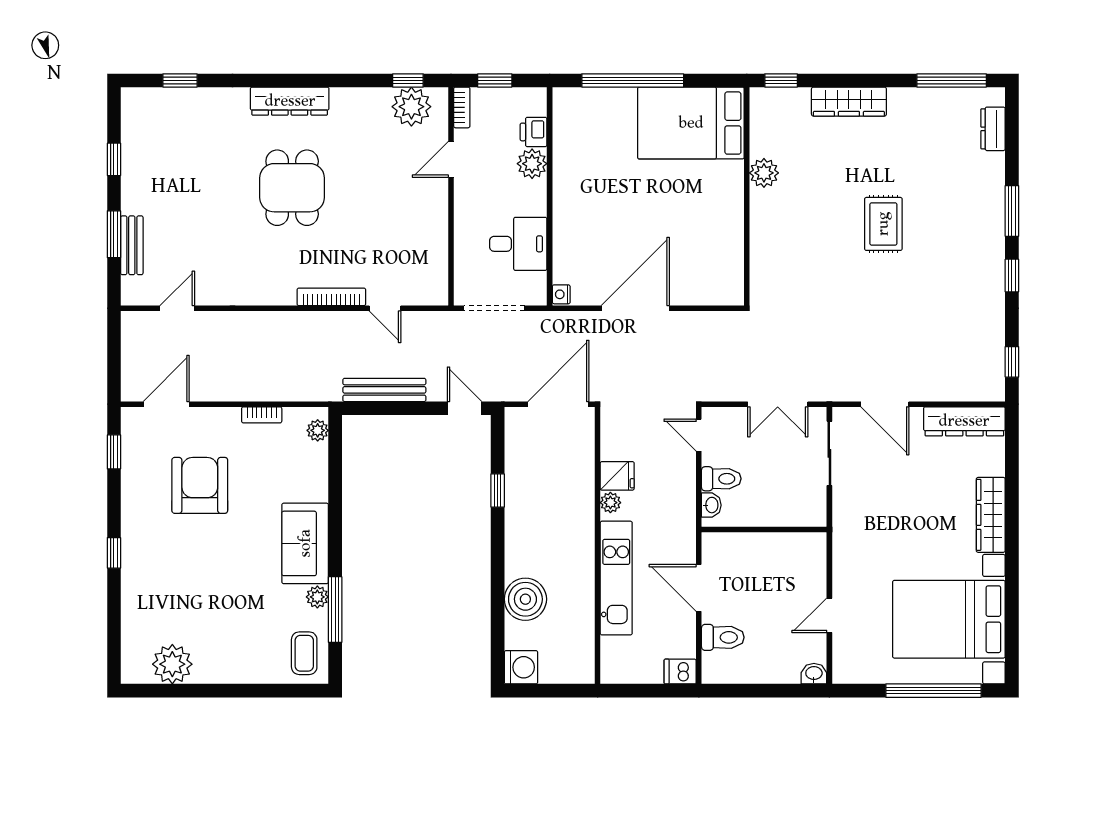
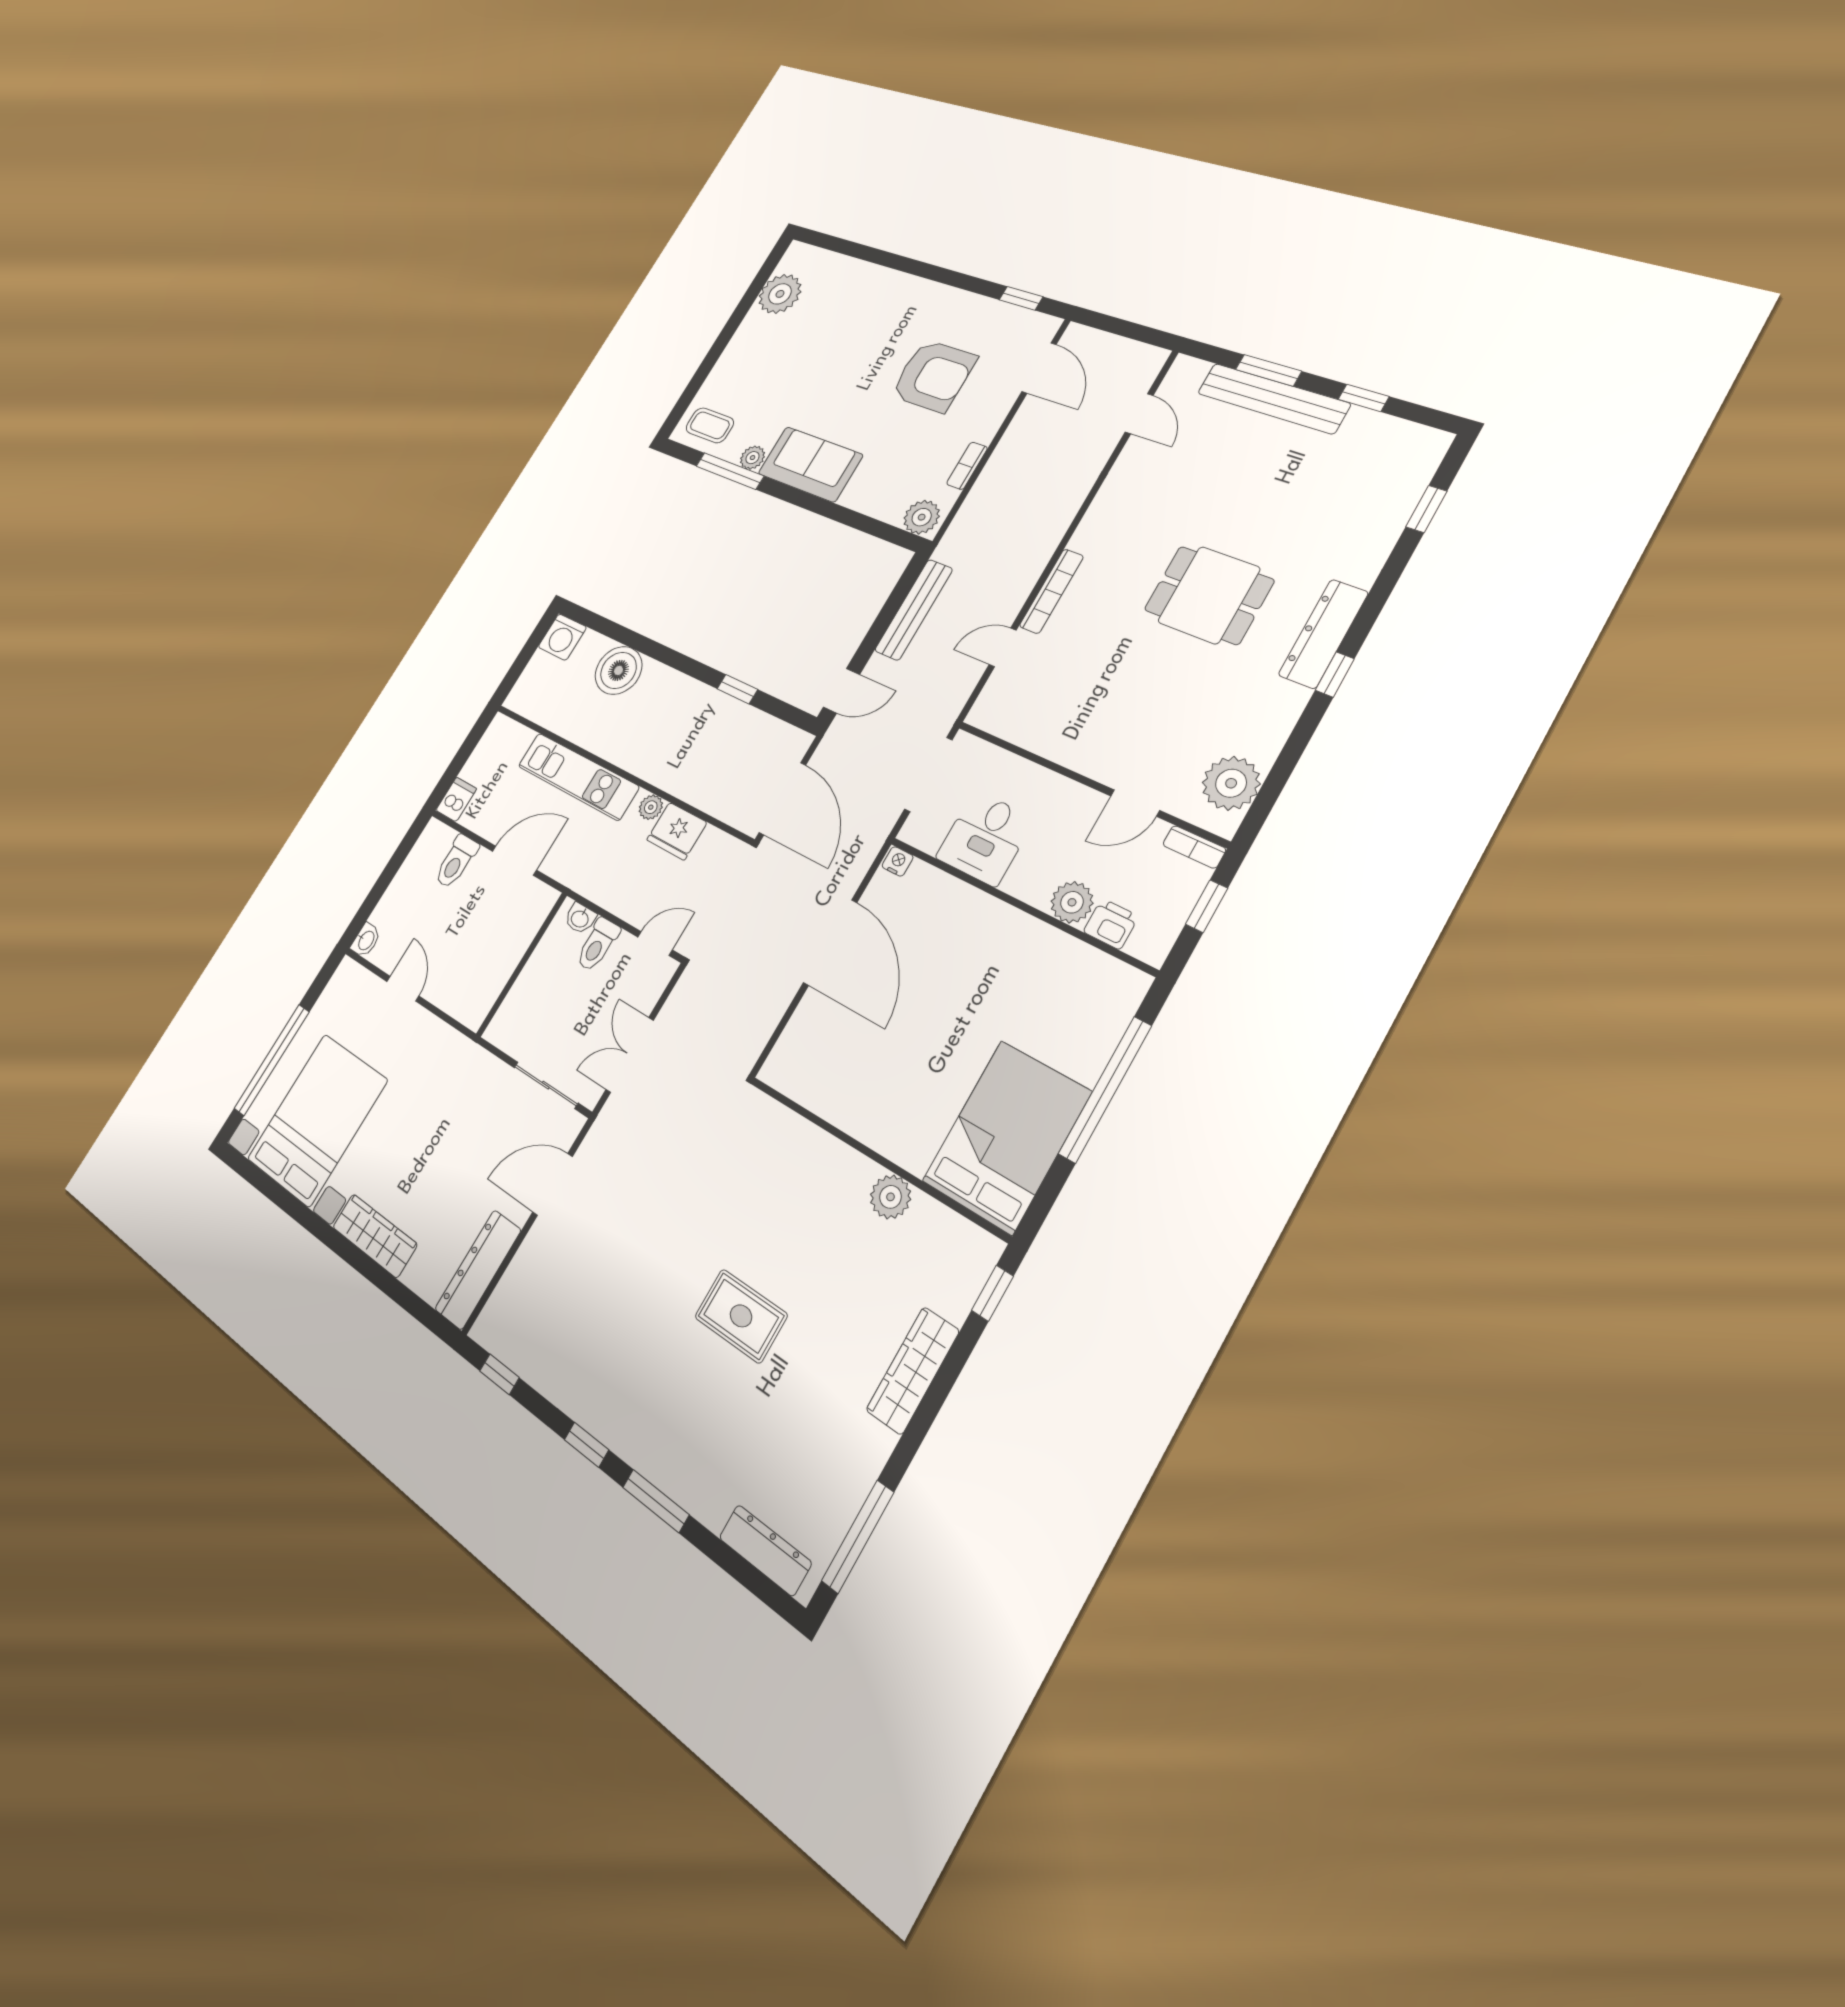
window: (408, 80) -> (1335, 675), moved
dresser: (993, 129) -> (765, 1550), width x1.44
door: (451, 159) -> (1135, 803), swing flipped
bench: (132, 245) -> (1273, 398), width x1.86, depth x1.21
plant: (318, 430) -> (922, 517), width x1.38, depth x1.38
fridge: (617, 476) -> (677, 831), width x1.38
window: (114, 553) -> (919, 269), removed

